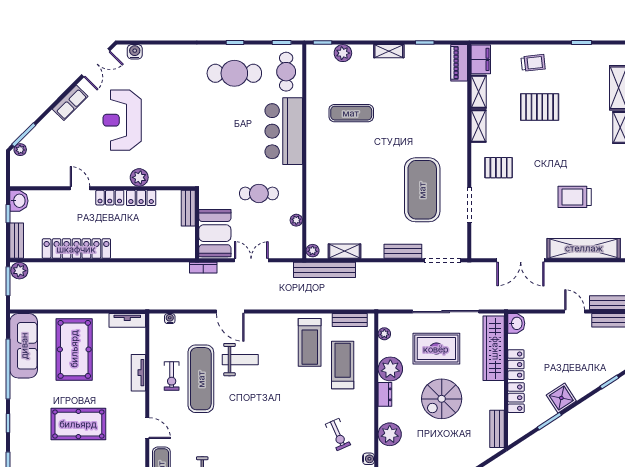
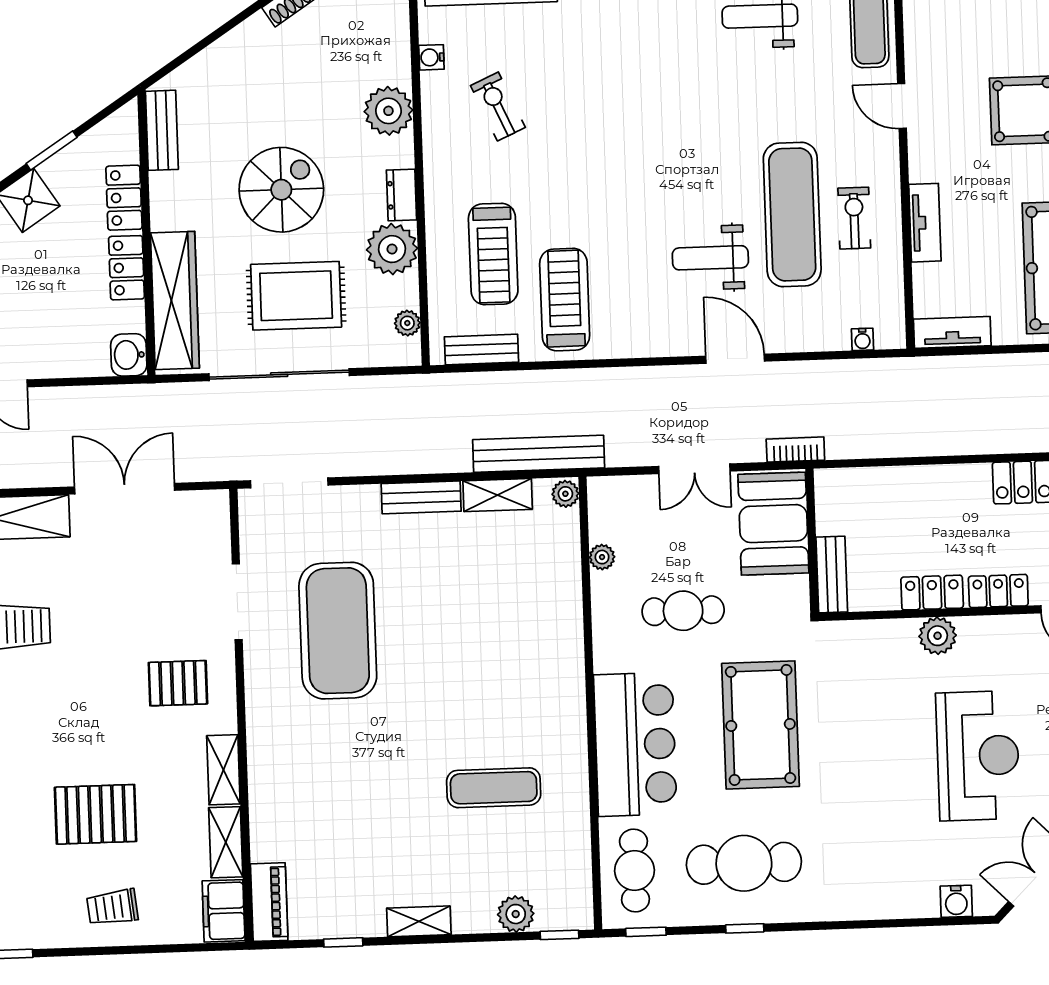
pool table: (224, 138) -> (761, 725), added
bench: (403, 251) -> (421, 497), moved

